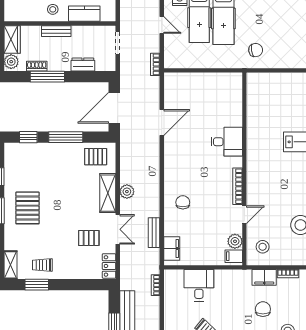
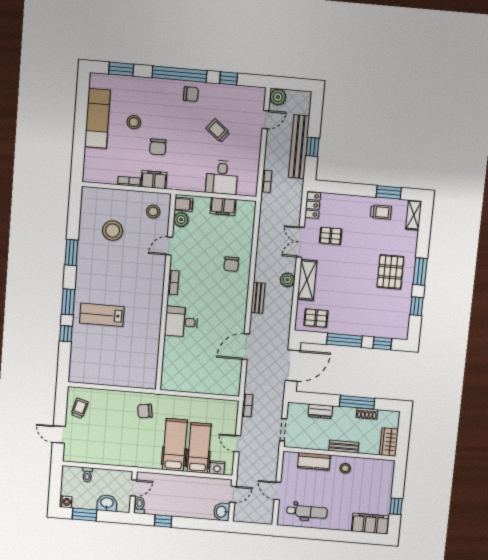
plant: (11, 62) -> (392, 420), removed
bookcase: (238, 186) -> (173, 282), width x0.64
bench: (154, 233) -> (258, 298), moved
filing cabinet: (172, 249) -> (223, 206), moved, turned -90

